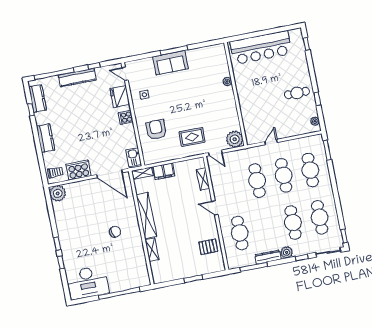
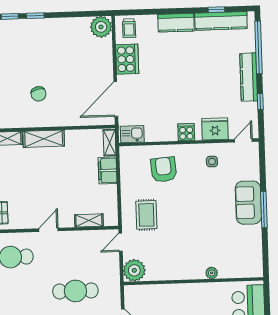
kitchen counter: (38, 98) -> (221, 21), width x1.50
armchair: (156, 130) -> (164, 170), turned -95
shelving: (146, 215) -> (44, 139), width x0.68

